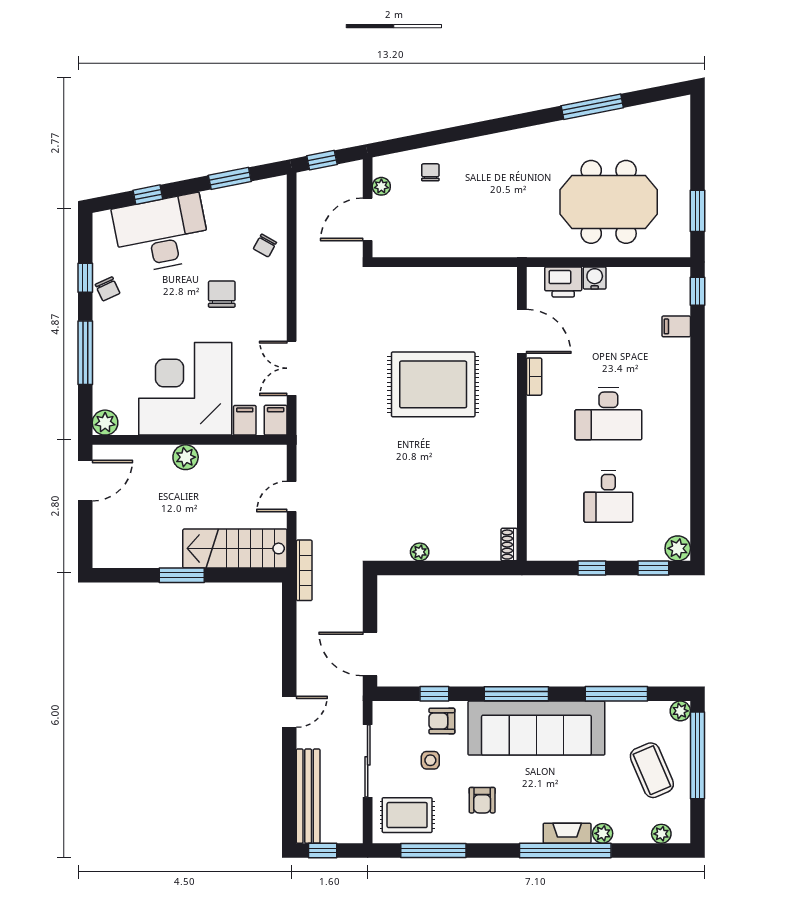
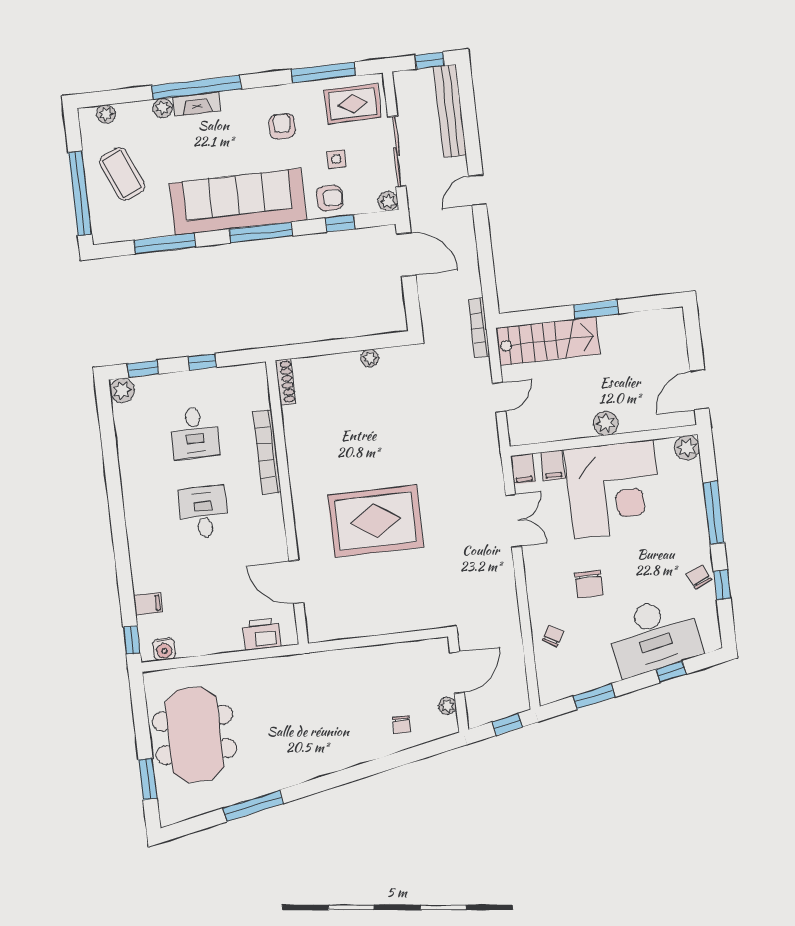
meeting table: (609, 202) -> (194, 735), moved, turned 90
window: (697, 211) -> (148, 779), moved
water cooler: (595, 278) -> (164, 649), moved
bookcase: (534, 377) -> (267, 452), moved, width x2.31, depth x1.31
desk: (608, 414) -> (204, 512), width x0.73
desk: (608, 496) -> (194, 433), turned 180
shoe rack: (509, 545) -> (285, 382), width x1.43
plant: (680, 711) -> (388, 201), moved

